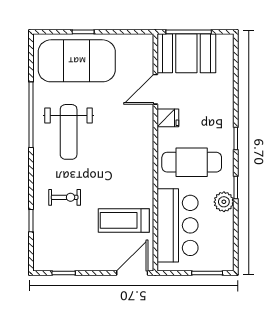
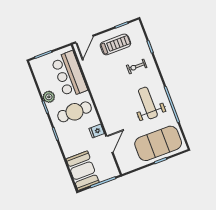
booth: (186, 53) -> (83, 171), moved, turned 90
treadmill: (124, 220) -> (115, 44), moved

